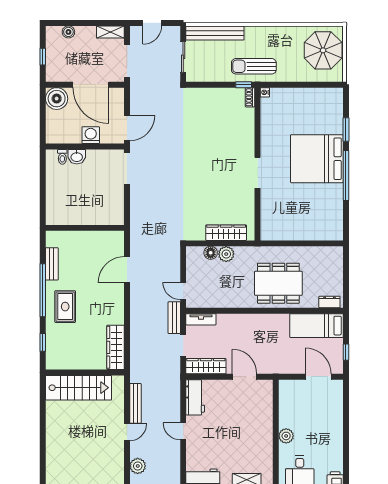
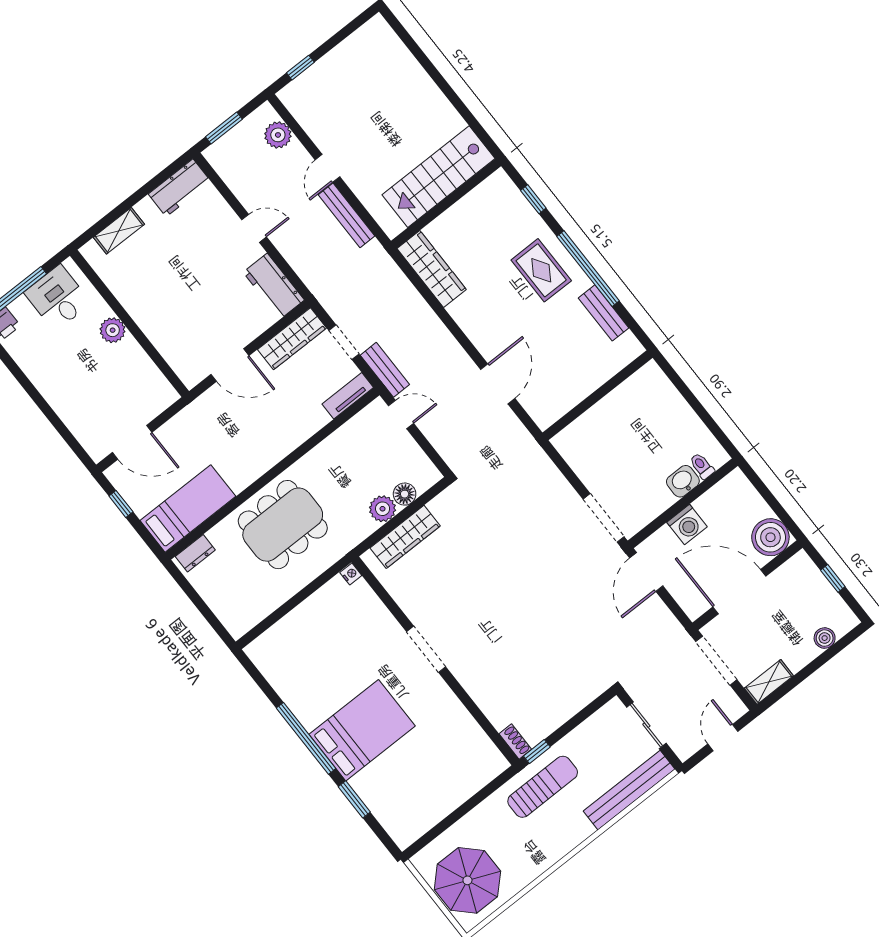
nightstand: (265, 92) -> (351, 574), moved
bed: (317, 159) -> (362, 730), width x0.73

